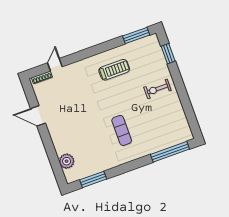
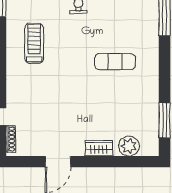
wardrobe: (57, 141) -> (99, 148), added

